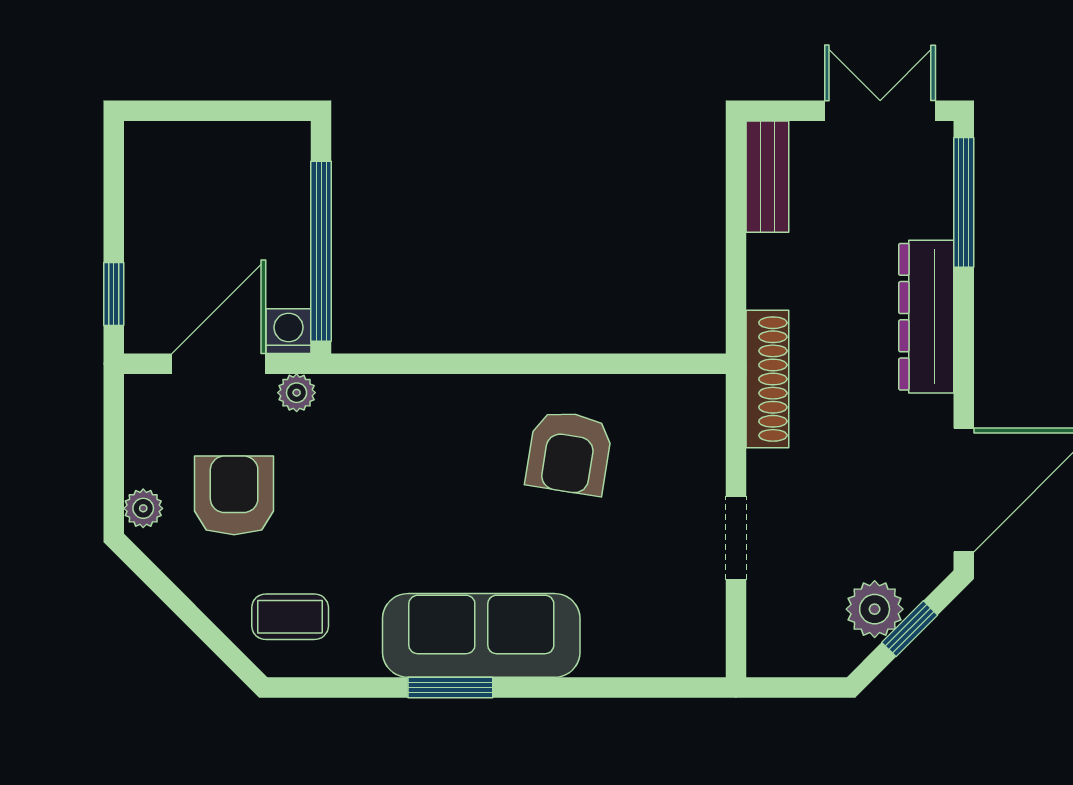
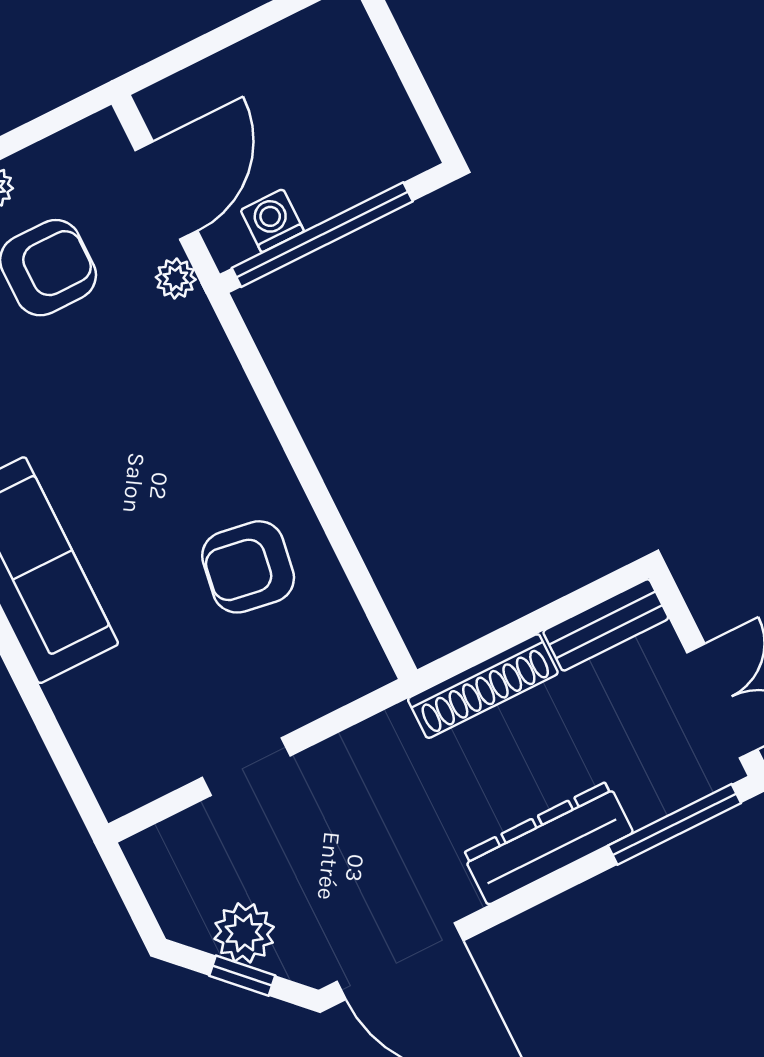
window: (114, 294) -> (183, 57), removed
washing machine: (289, 331) -> (272, 221), moved, turned -90
door: (219, 364) -> (166, 190), hinge flipped
shoe rack: (767, 379) -> (483, 686), moved

